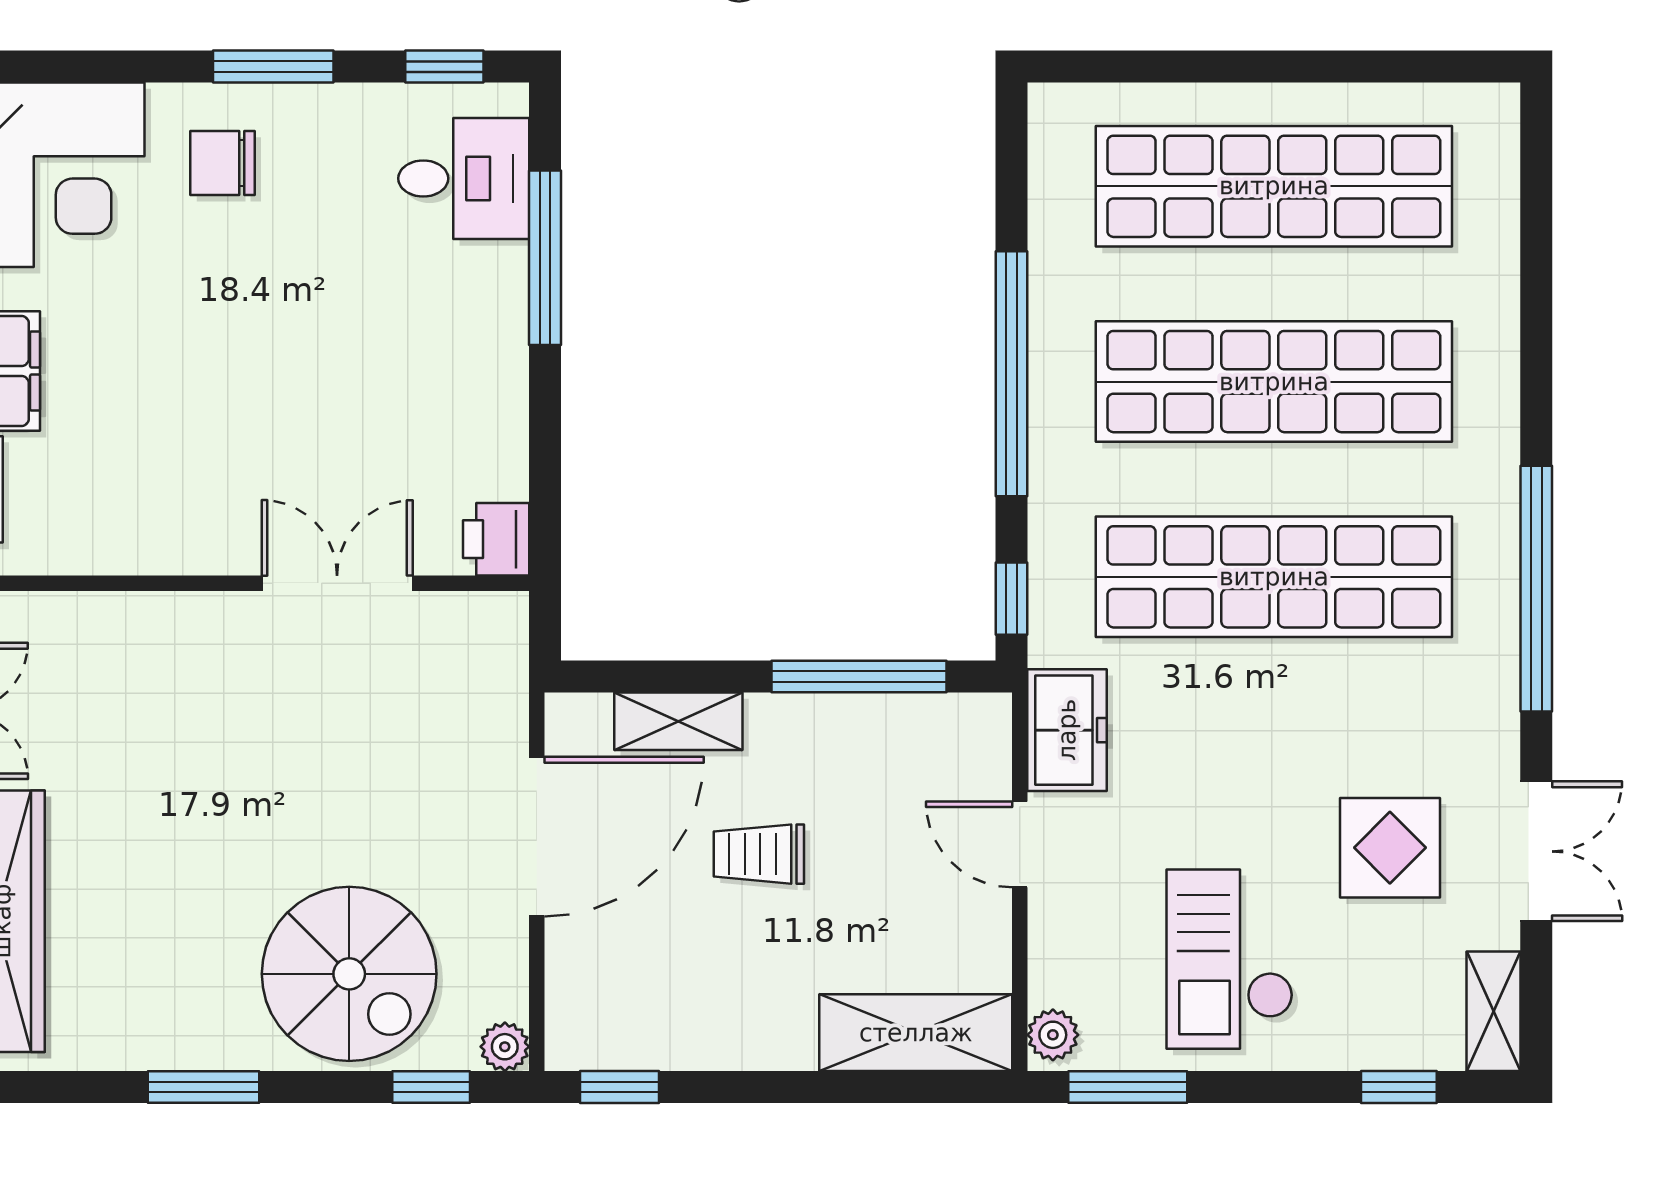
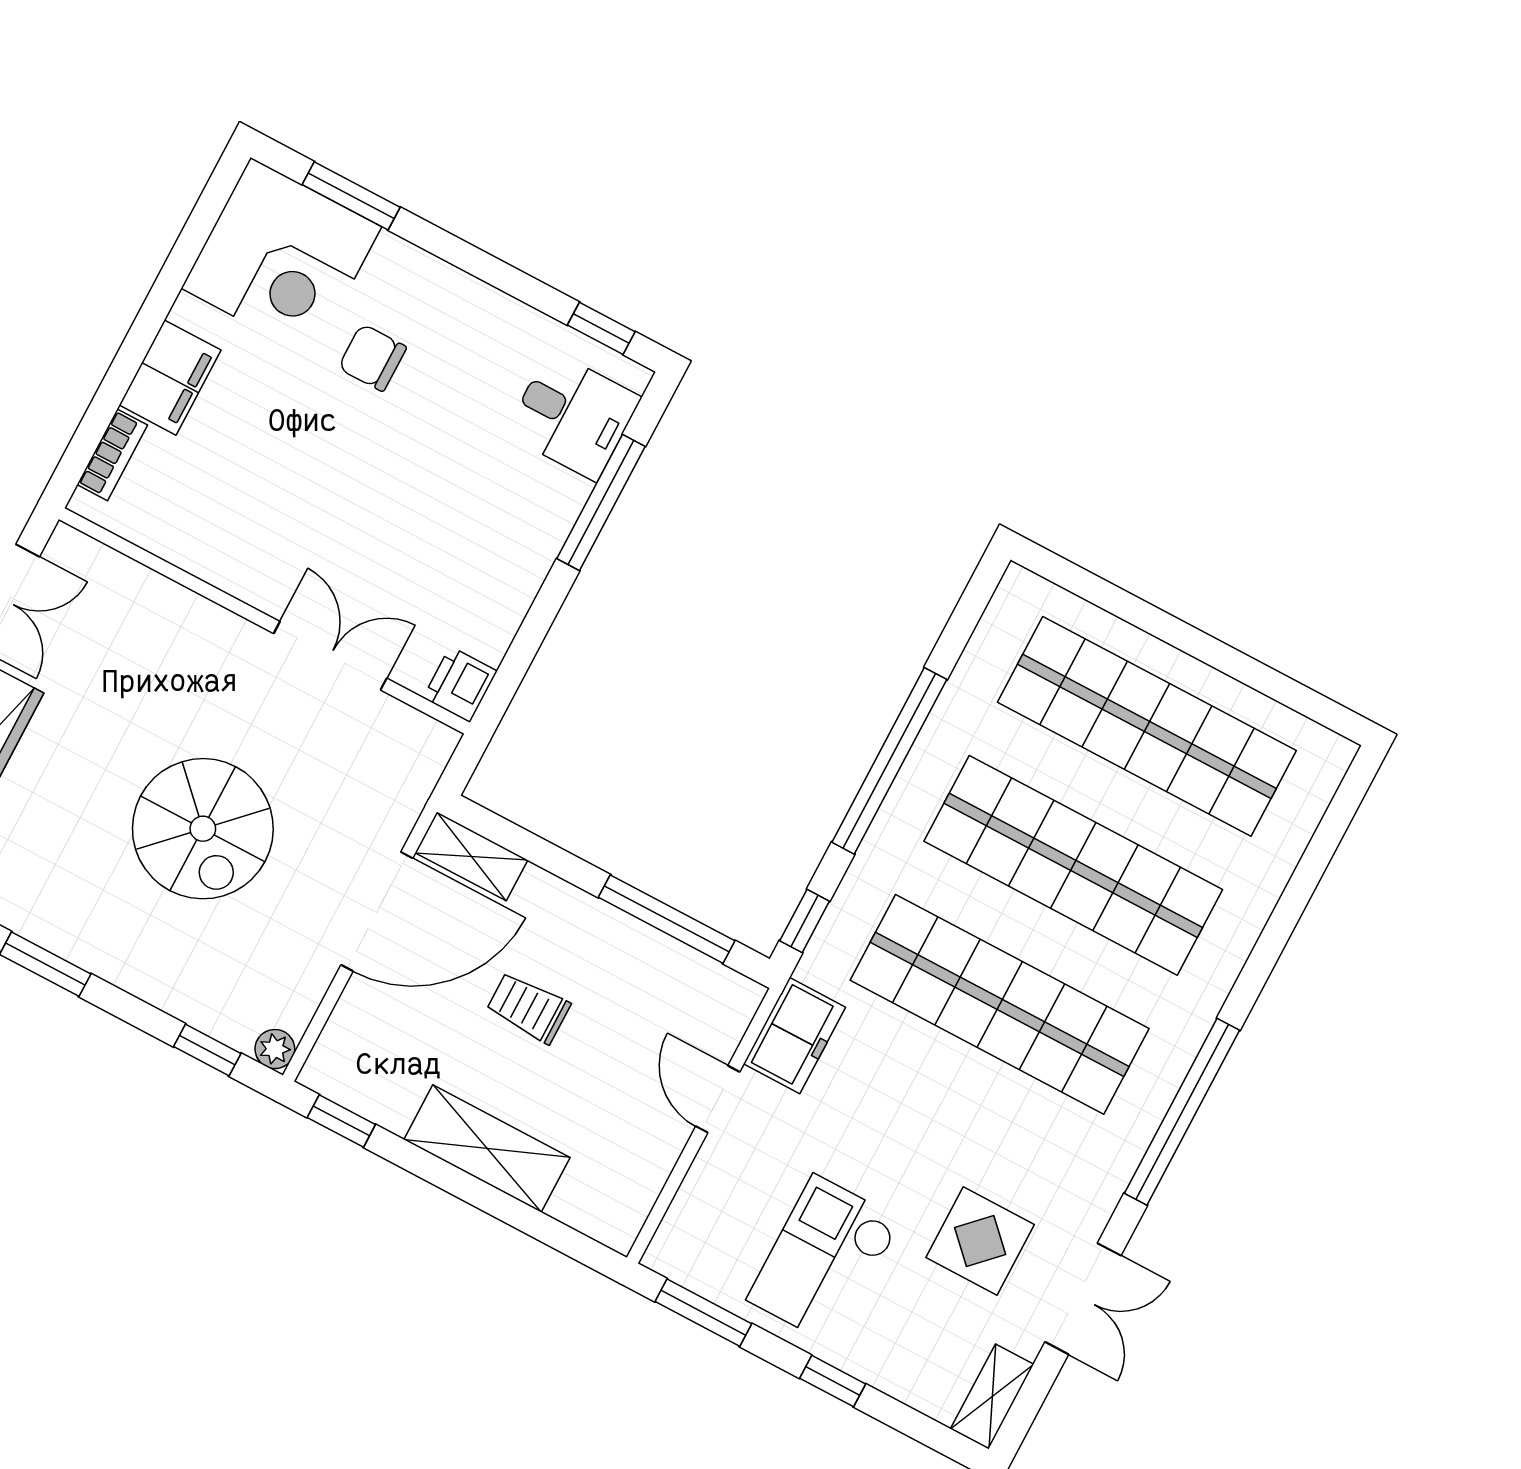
window: (273, 67) -> (351, 196), moved
chair: (222, 163) -> (372, 358), moved
shelving: (678, 721) -> (471, 856), moved
spiral stairs: (349, 974) -> (203, 829), moved
shelving: (916, 1033) -> (487, 1148), moved
plant: (1053, 1035) -> (670, 1247), removed
window: (1399, 1087) -> (833, 1381), moved

